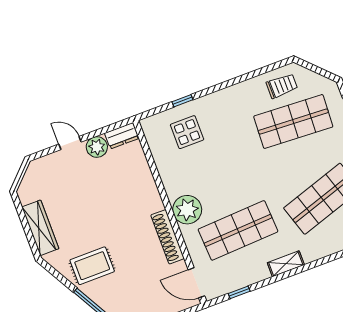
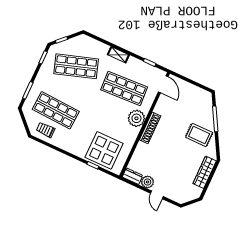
display table: (187, 132) -> (104, 150), width x1.86, depth x1.86
shoe rack: (168, 237) -> (150, 128), moved

